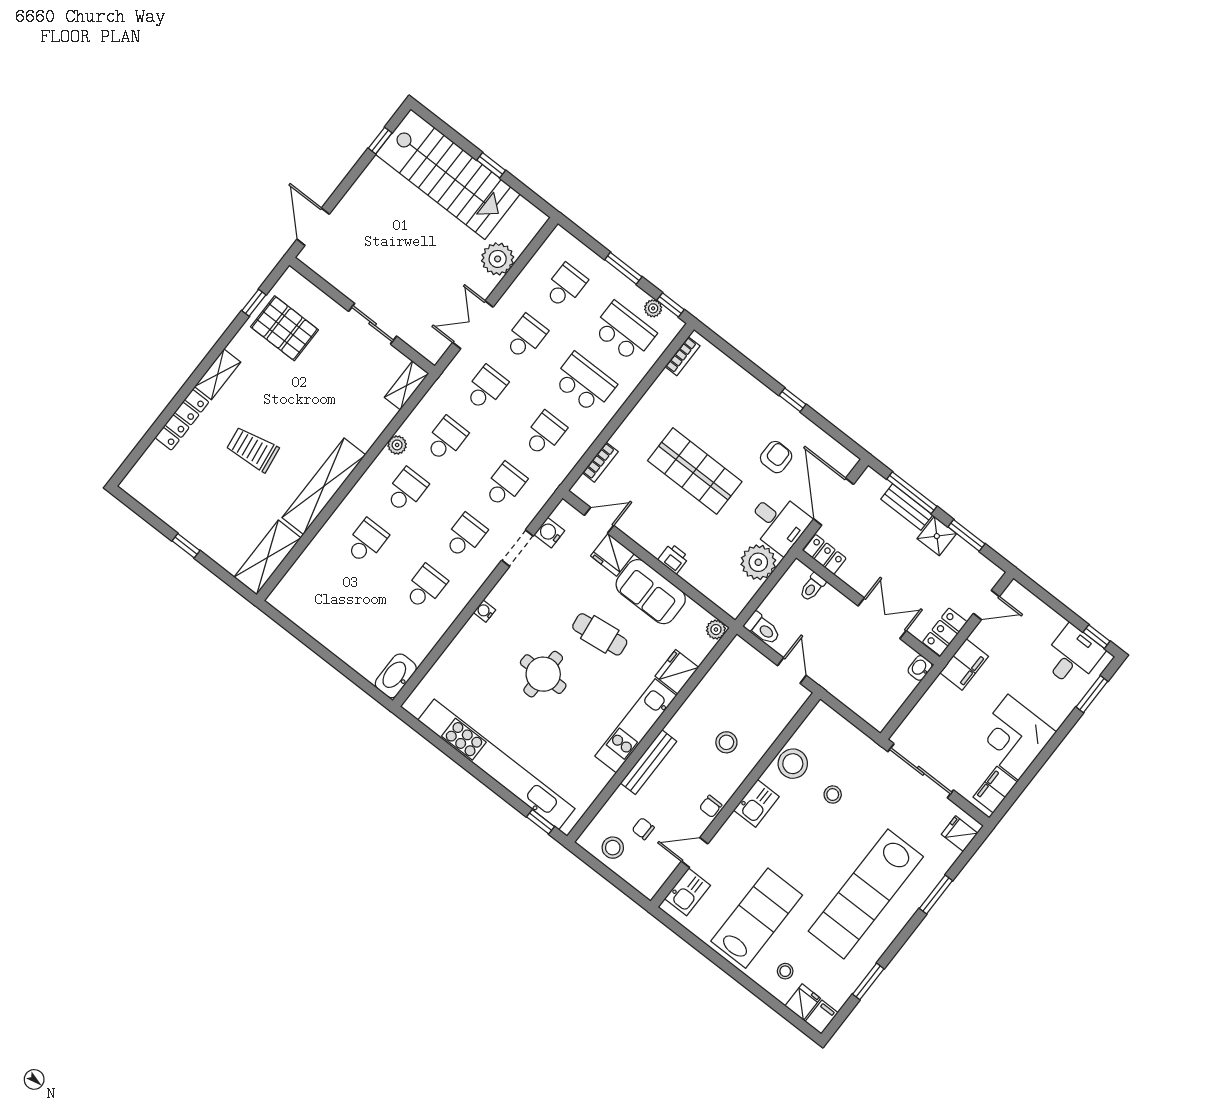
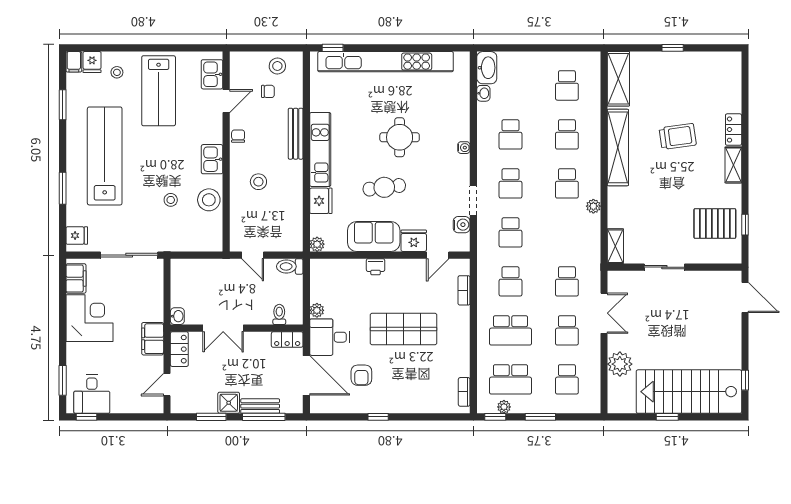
locker: (182, 420) -> (734, 130), width x0.66
school desk: (446, 439) -> (567, 85), moved
plant: (758, 562) -> (317, 310), width x0.53, depth x0.53
washbasin: (420, 652) -> (483, 93), added

